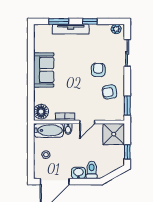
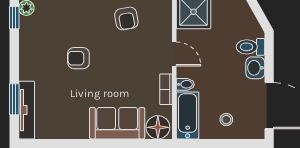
window: (90, 21) -> (14, 18), moved
tv unit: (71, 29) -> (27, 110), moved
sofa: (44, 70) -> (117, 123), moved
armchair: (98, 70) -> (78, 58), moved

